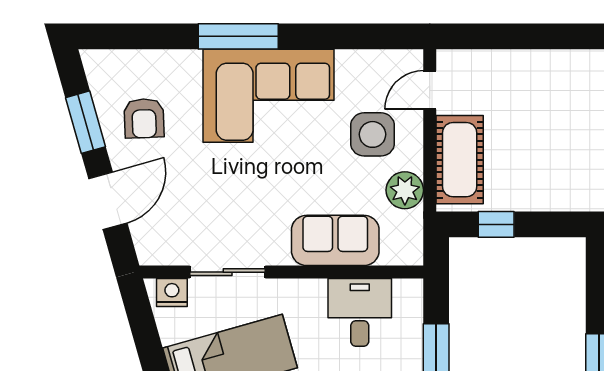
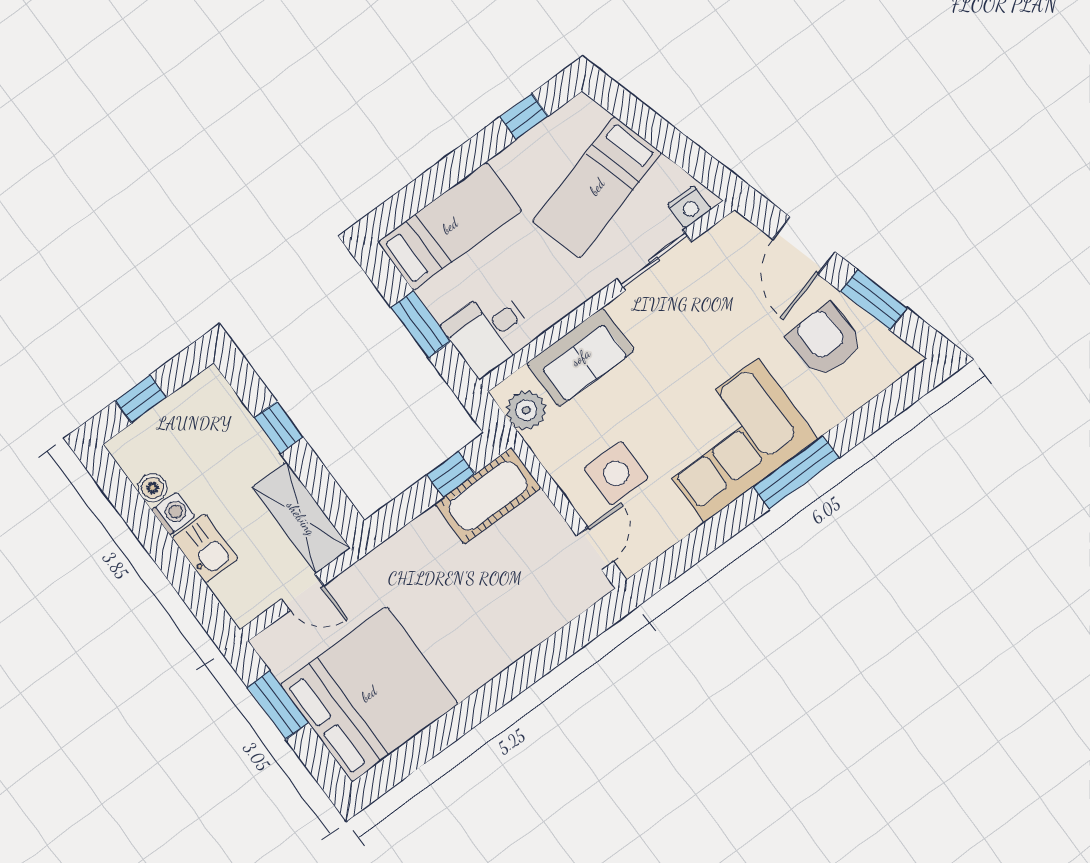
armchair: (144, 118) -> (825, 341), width x1.38, depth x1.38
cot: (460, 160) -> (488, 496), moved, turned 90
plant: (405, 190) -> (526, 410), moved
desk: (360, 312) -> (489, 331), moved, turned 90

